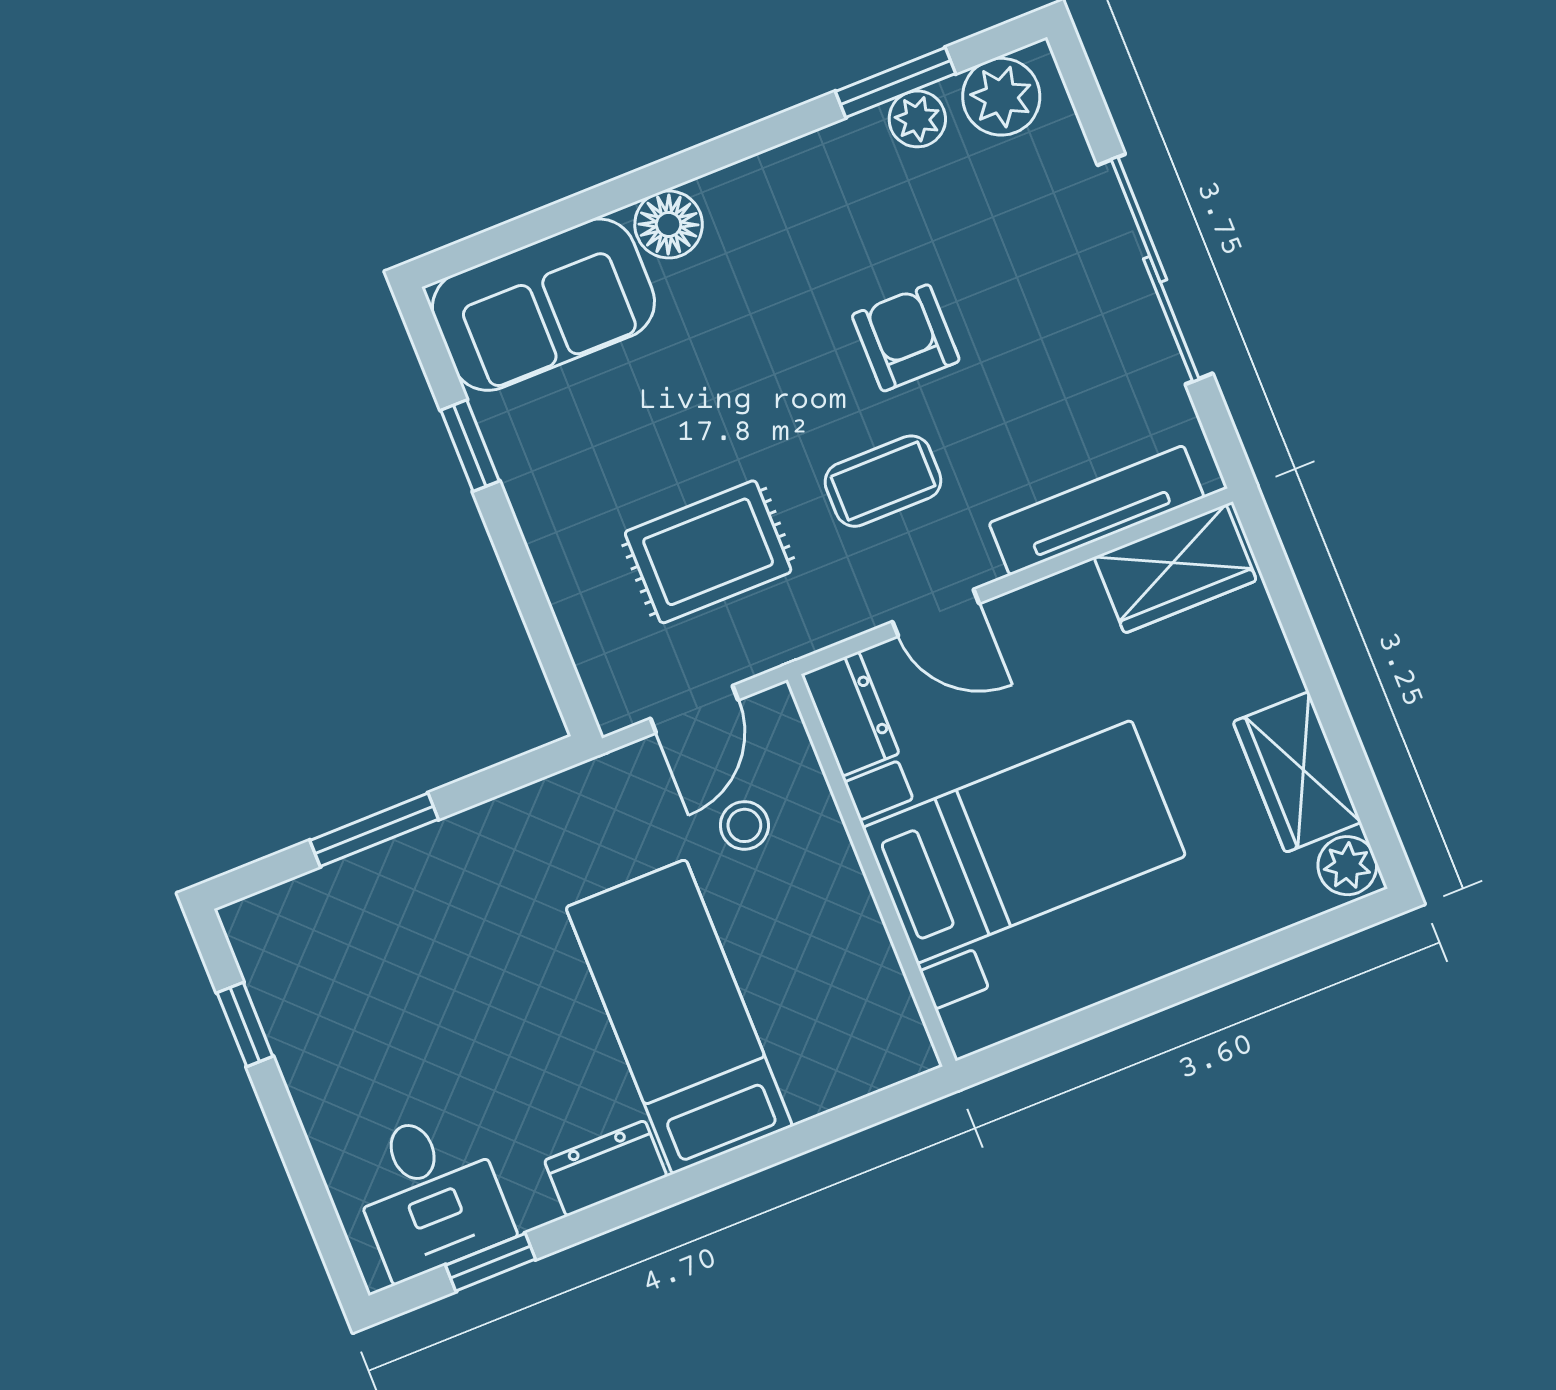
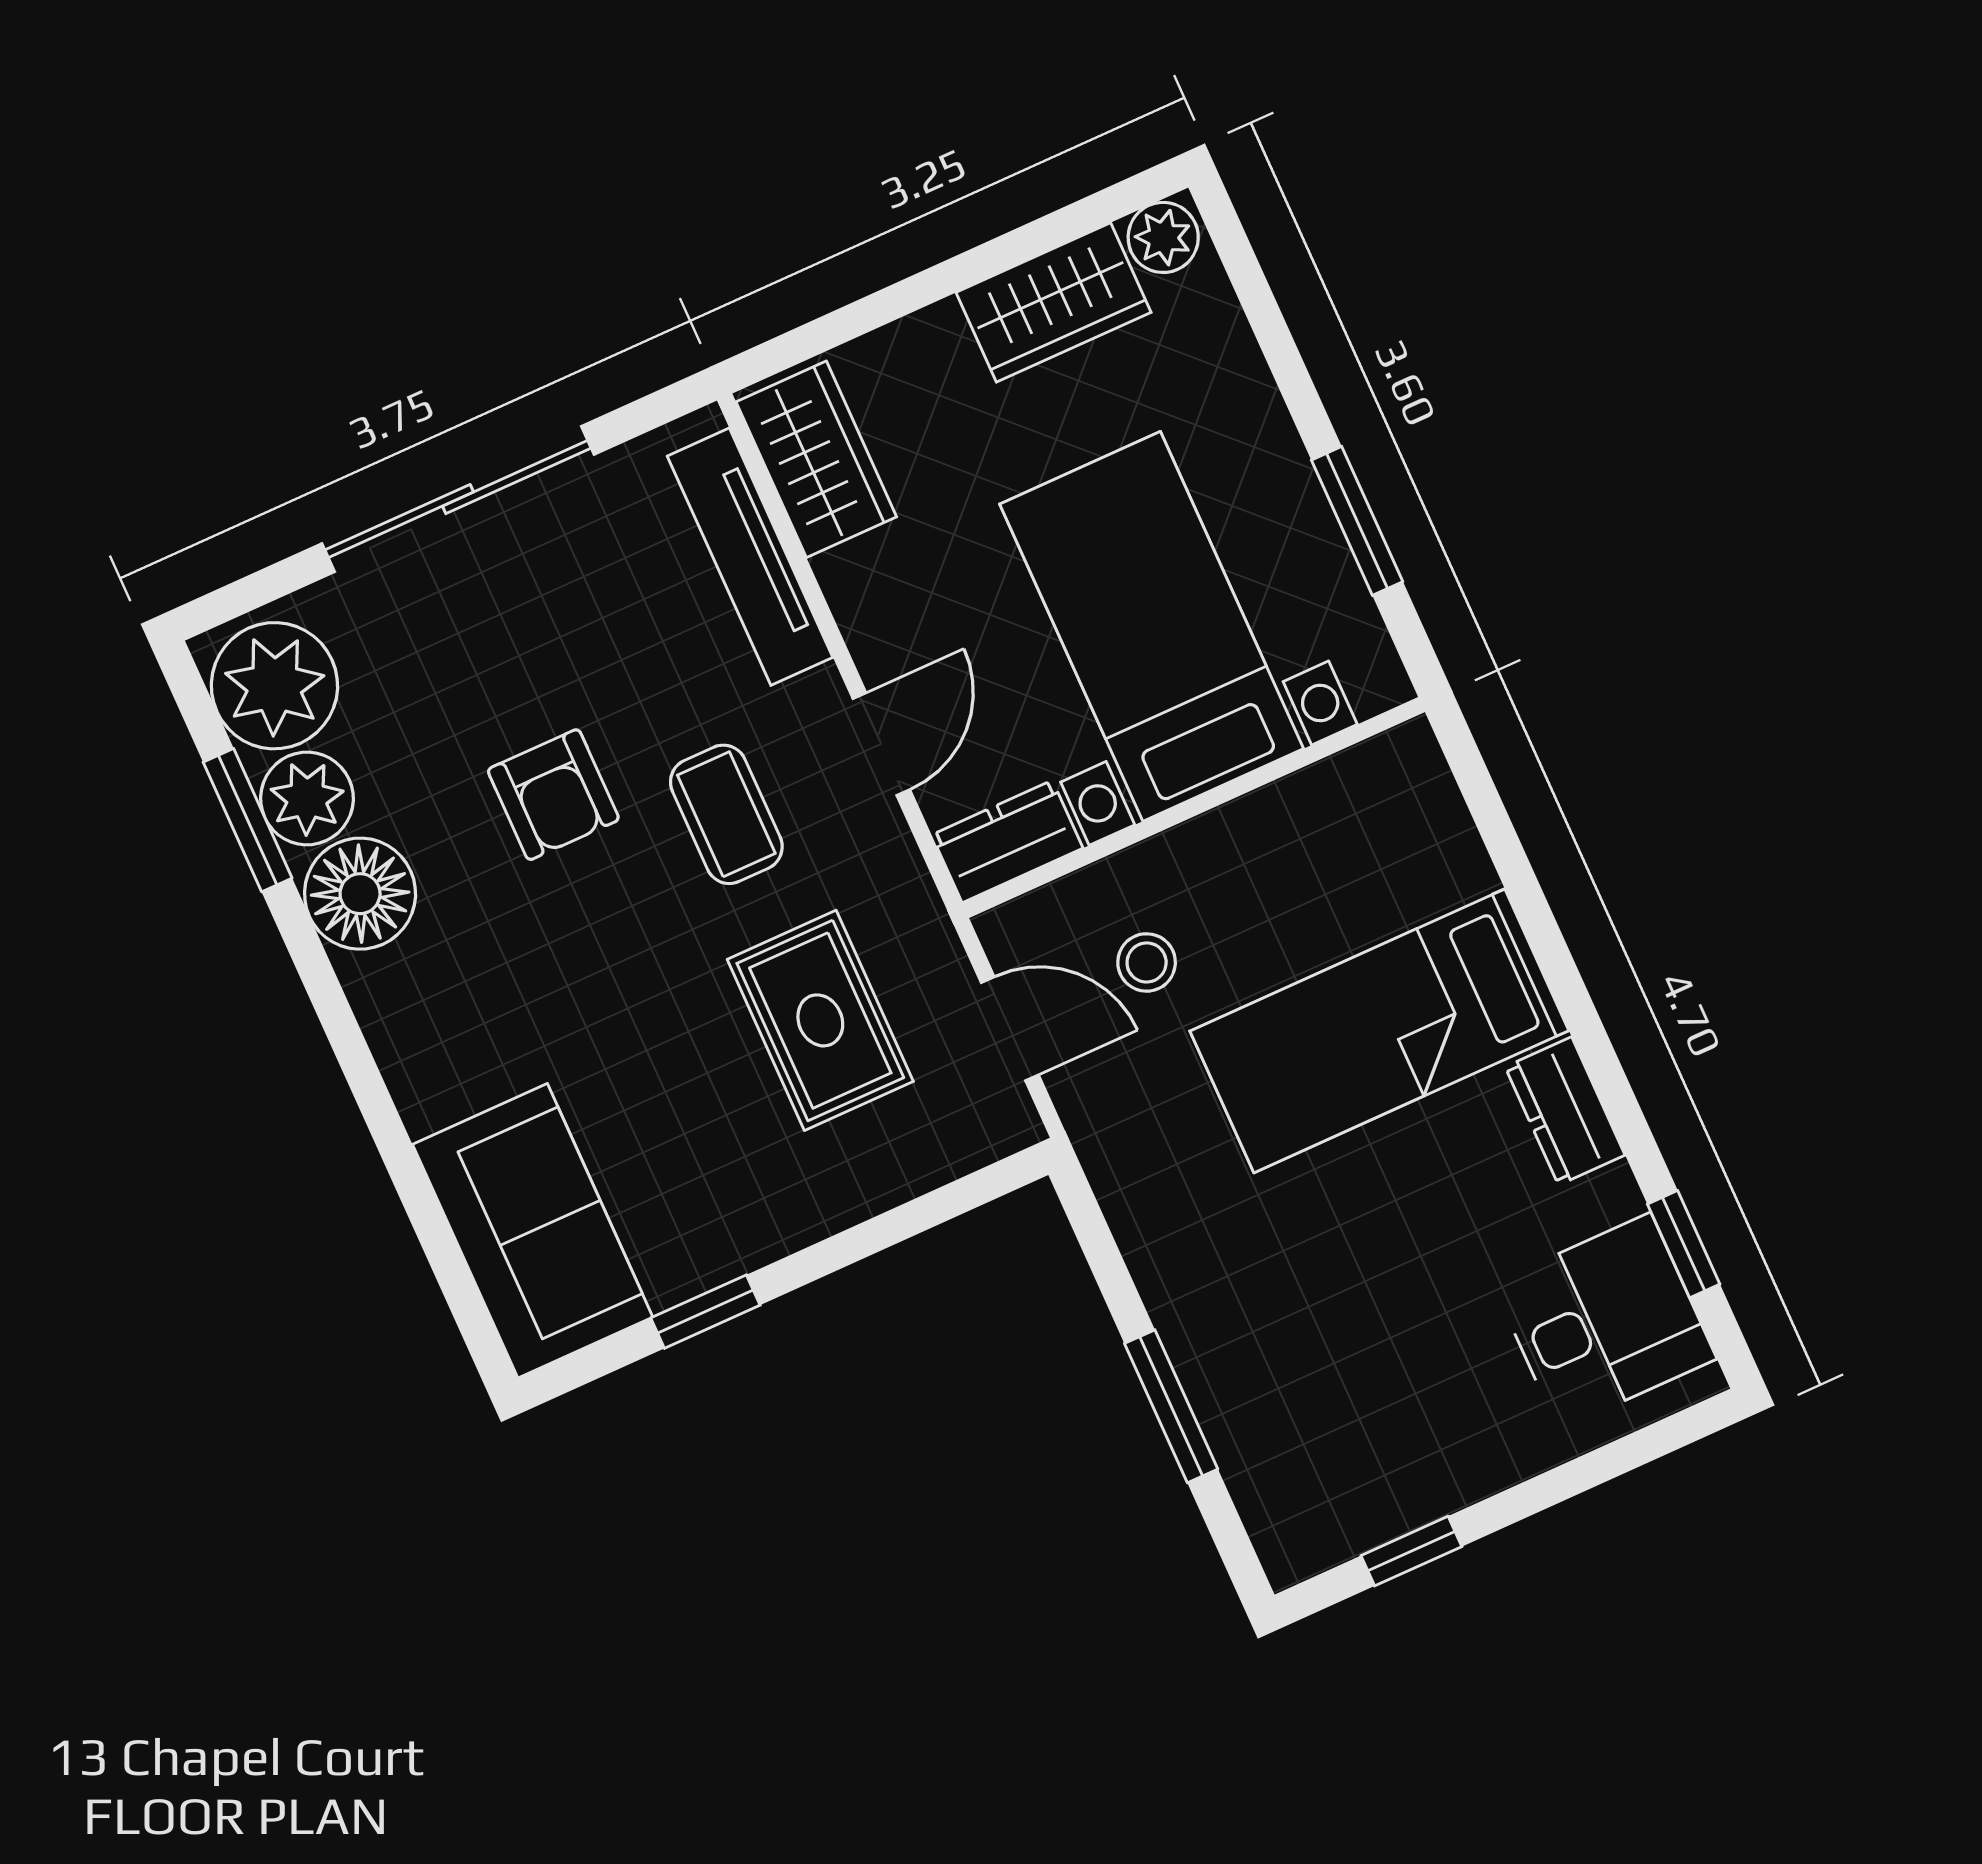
plant: (1001, 97) -> (274, 686), width x1.36, depth x1.36
plant: (917, 119) -> (307, 798), width x1.38, depth x1.38
floor lamp: (669, 224) -> (360, 894), moved, width x1.38, depth x1.38
armchair: (906, 338) -> (553, 795), turned -90
window: (1104, 1017) -> (1357, 521), added

